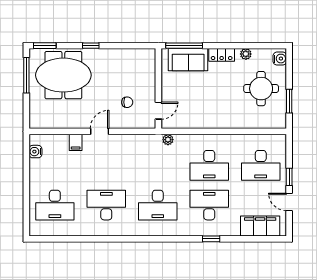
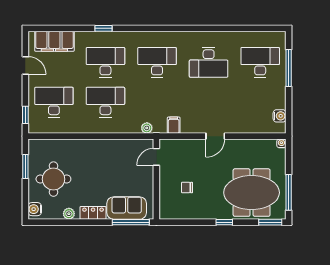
chair: (127, 102) -> (187, 188), moved
water cooler: (34, 124) -> (281, 143), added
filing cabinet: (76, 142) -> (174, 125), moved
window: (289, 177) -> (25, 115), moved
window: (26, 199) -> (289, 68), added
desk: (209, 205) -> (105, 62), turned 180

